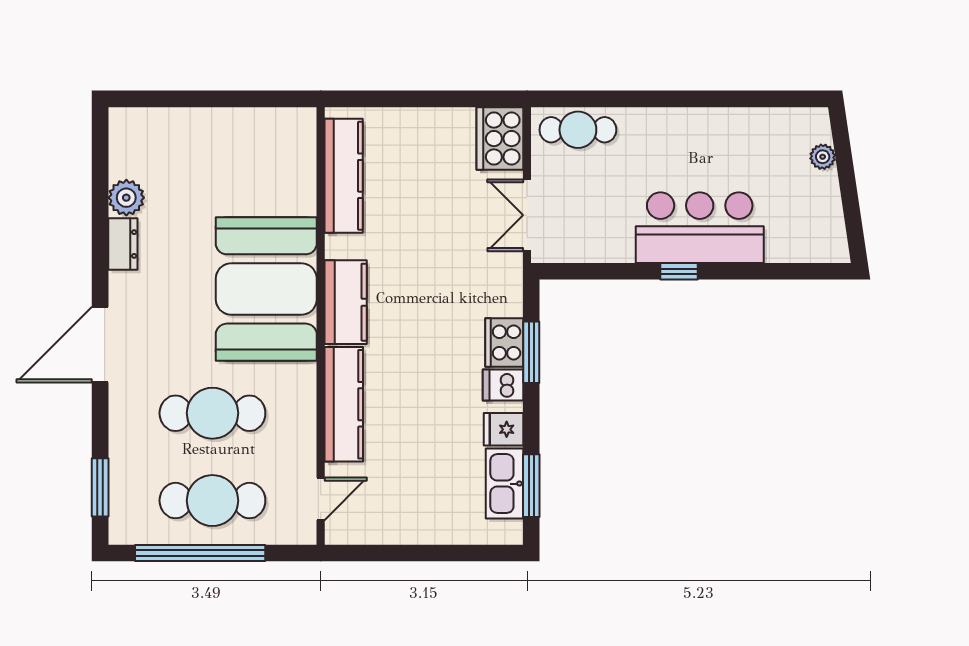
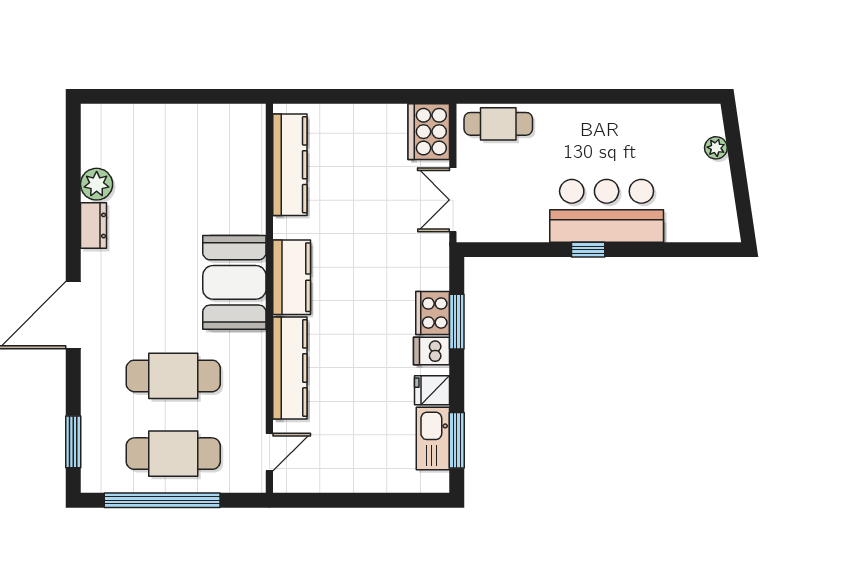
booth: (266, 289) -> (234, 282), width x0.73, depth x0.70

